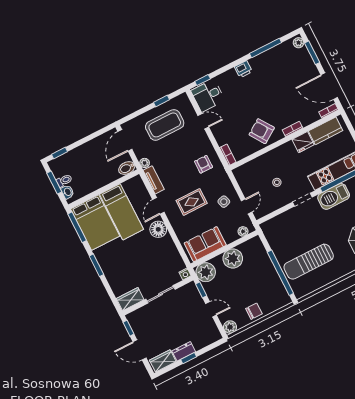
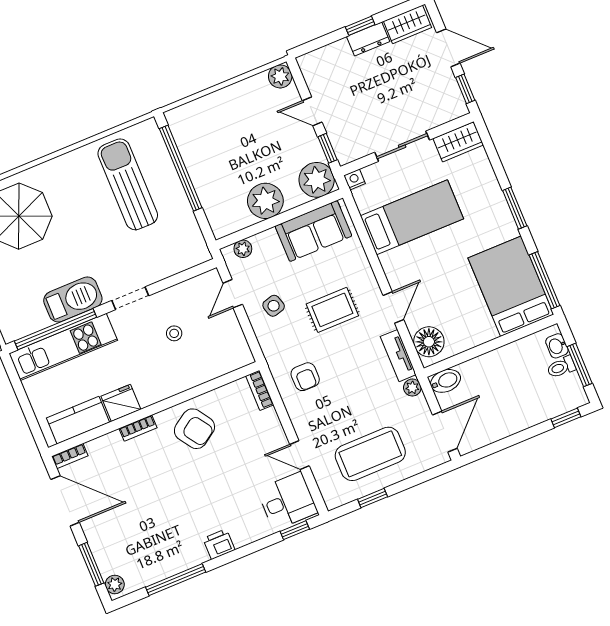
bed: (122, 212) -> (412, 217), moved, turned 90
floor lamp: (158, 229) -> (429, 342), moved
sun lounger: (309, 262) -> (128, 184), turned -90
chair: (254, 311) -> (234, 102), removed

